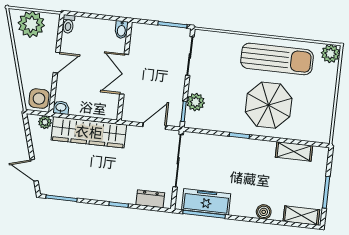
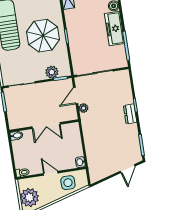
side table: (39, 99) -> (68, 183), moved
parasol: (269, 105) -> (43, 36), moved
plant: (45, 122) -> (83, 108), moved
door: (154, 126) -> (76, 96), hinge flipped
wardrobe: (89, 132) -> (92, 139), removed
dresser: (150, 199) -> (130, 114), moved
freezer: (206, 202) -> (115, 29), moved

